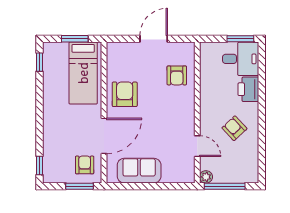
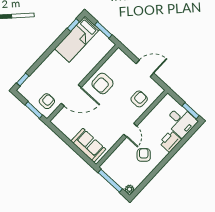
bed: (83, 73) -> (77, 39), moved
armchair: (177, 75) -> (139, 99), turned 180
armchair: (125, 94) -> (102, 83), turned 180
door: (197, 146) -> (130, 130), moved
sofa: (139, 171) -> (88, 145), moved
plant: (206, 177) -> (129, 189), moved

